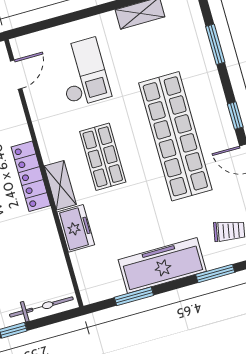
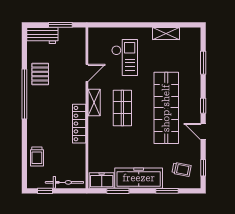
door: (16, 75) -> (87, 73), moved
locker: (31, 176) -> (79, 124), moved
shelving: (60, 185) -> (94, 103), moved
freezer: (76, 228) -> (102, 180), moved, turned -90

